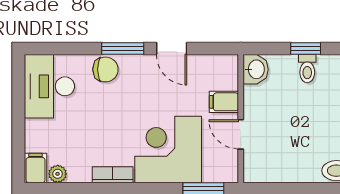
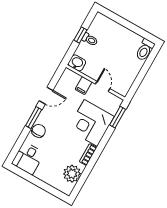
desk: (49, 86) -> (28, 158), width x0.73
door: (241, 134) -> (103, 86), swing flipped
filing cabinet: (36, 168) -> (65, 188), removed
plant: (58, 174) -> (72, 174), width x1.88, depth x1.88

